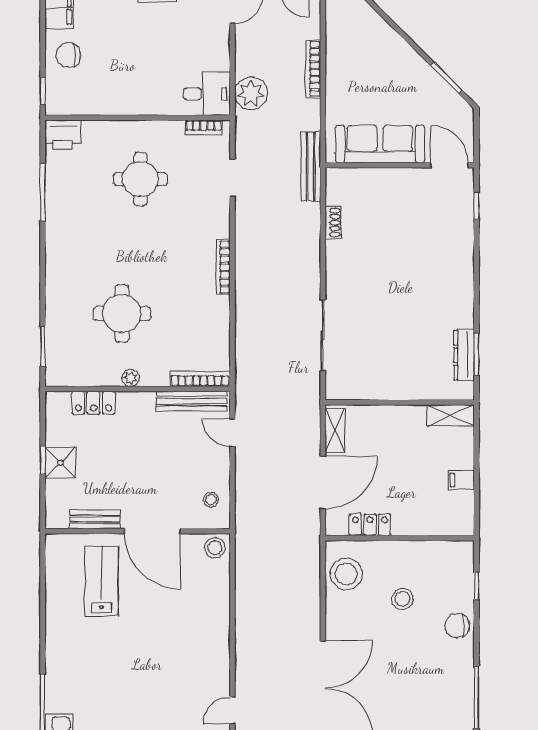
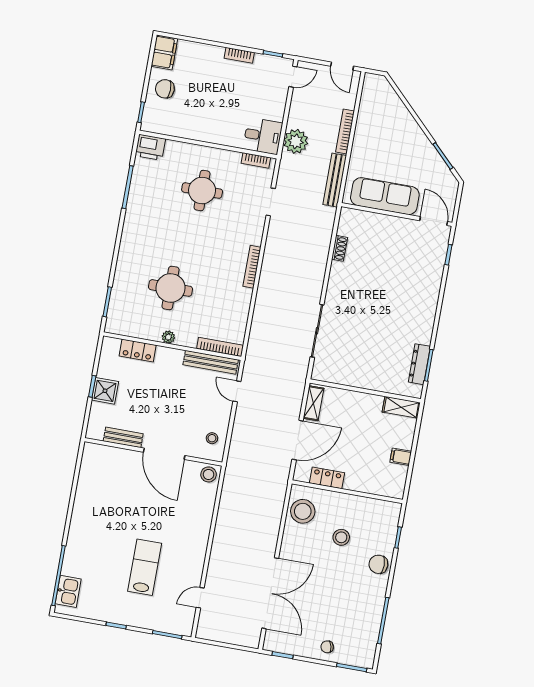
bench: (311, 166) -> (335, 180), moved
lab bench: (101, 581) -> (145, 567), moved

